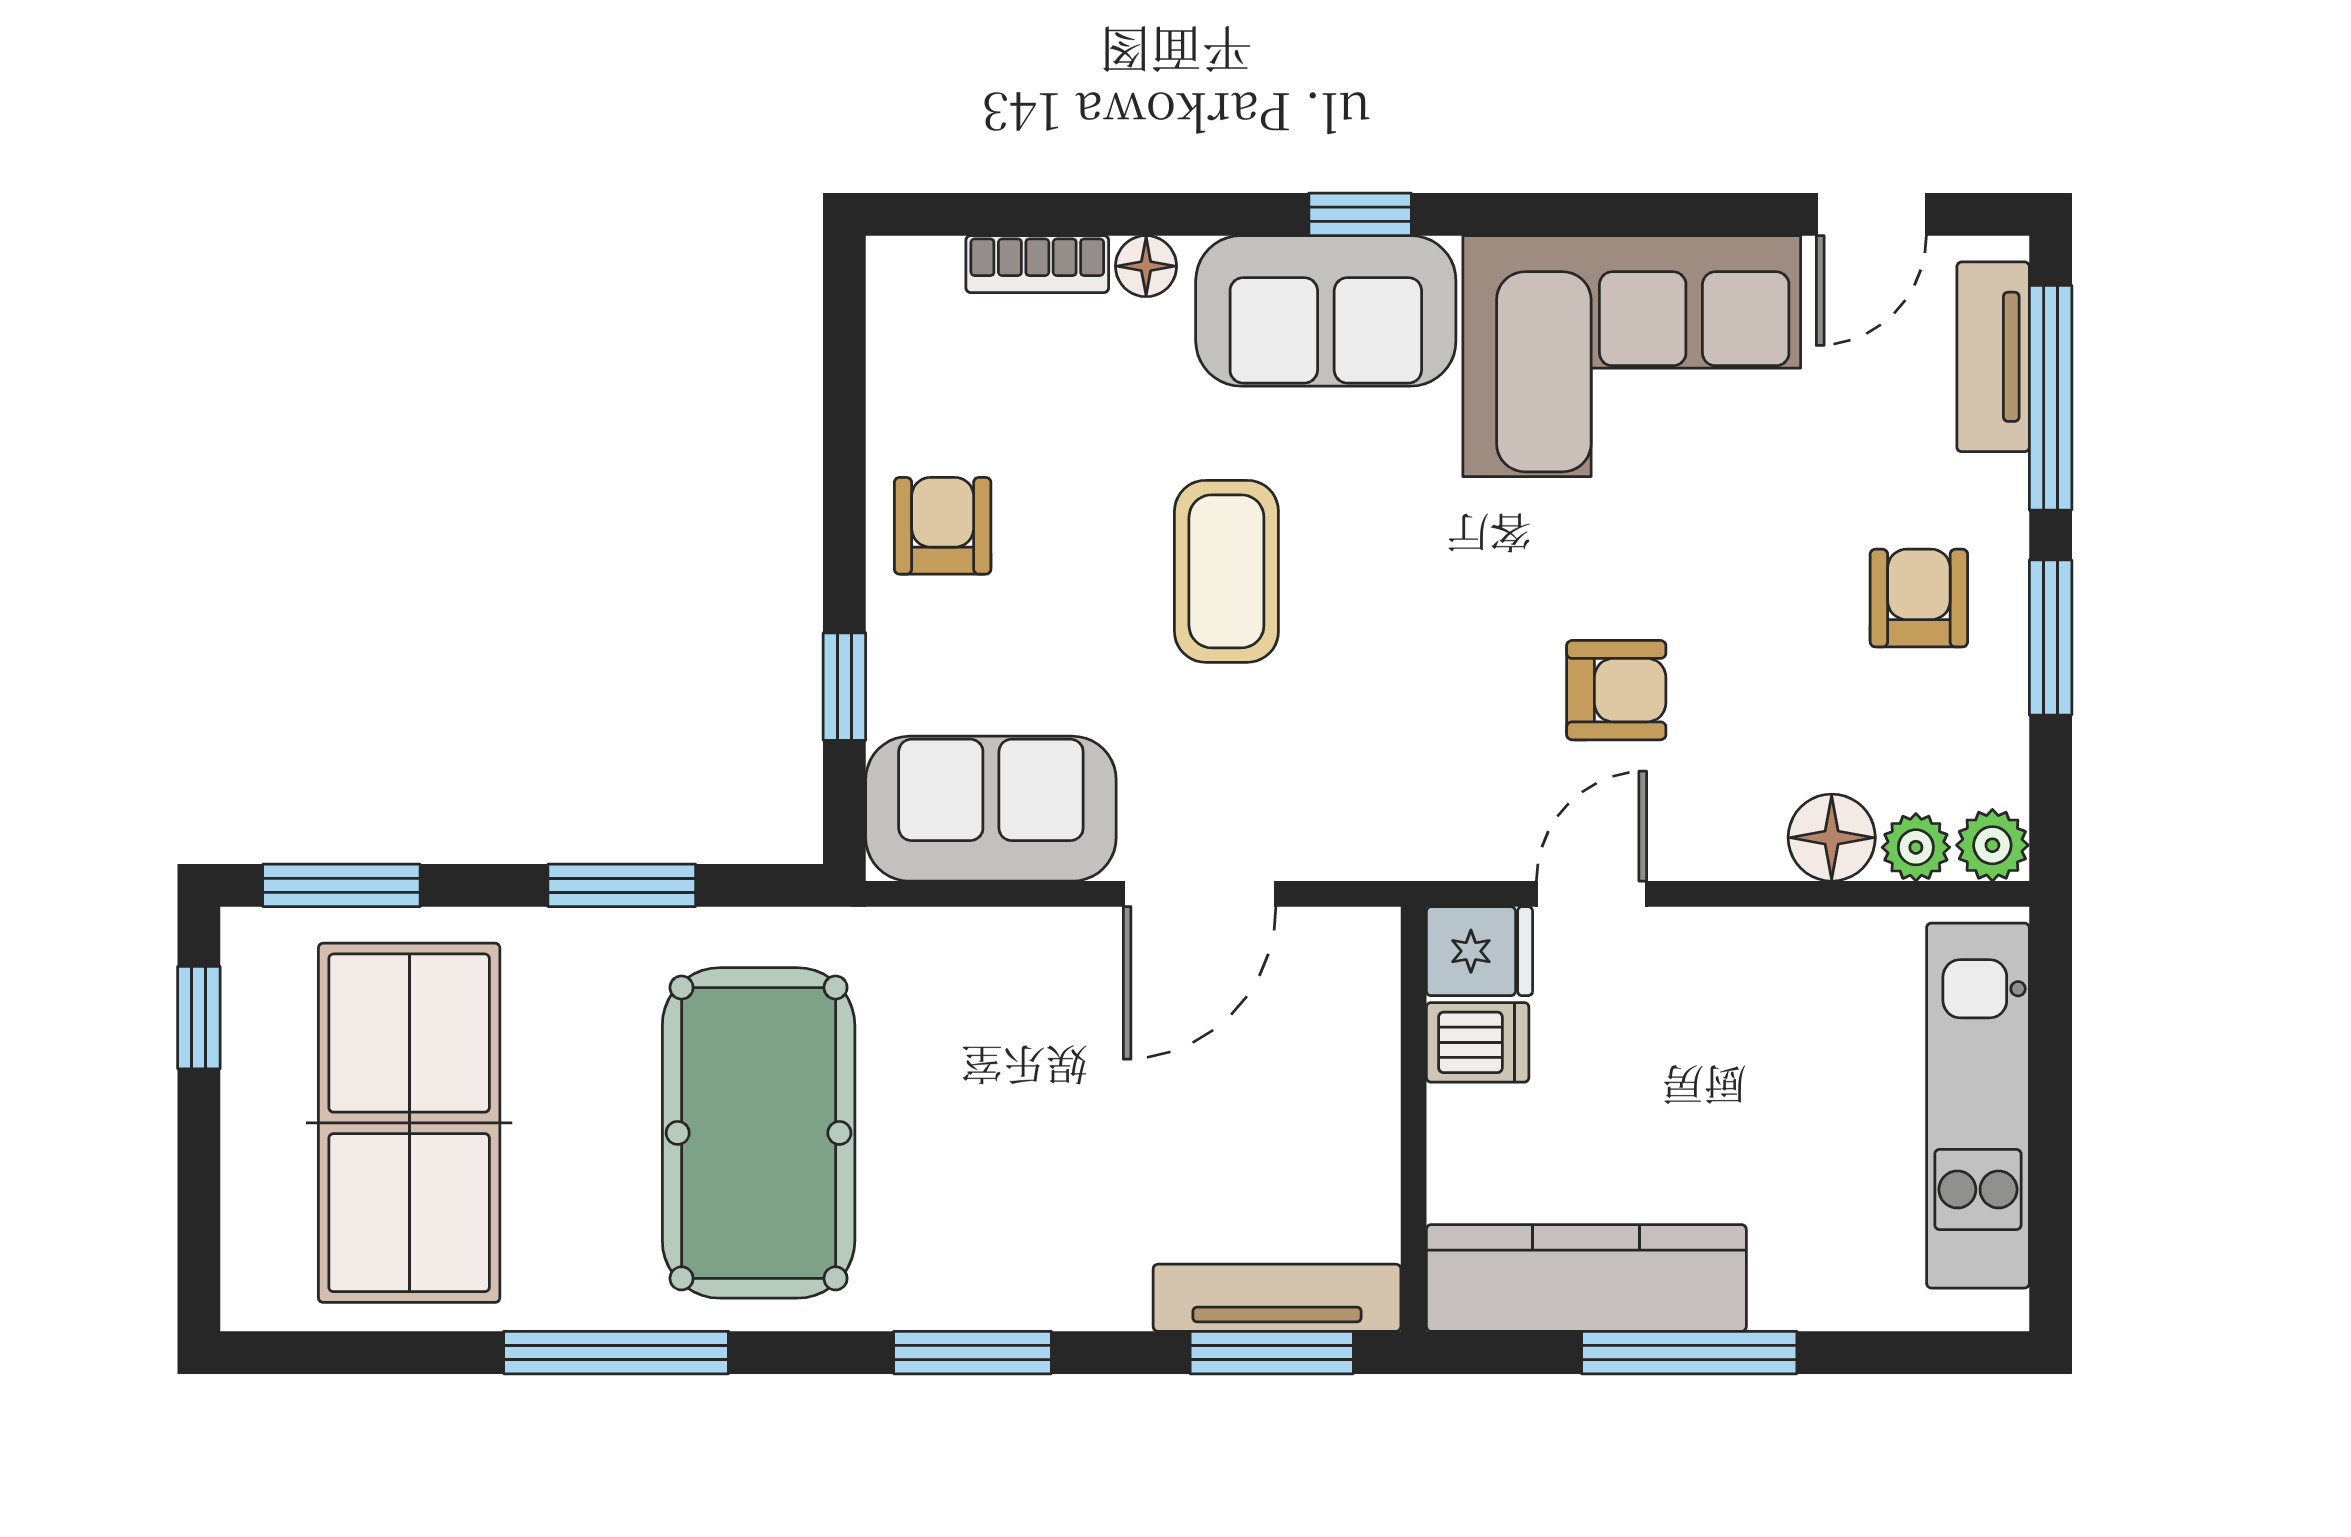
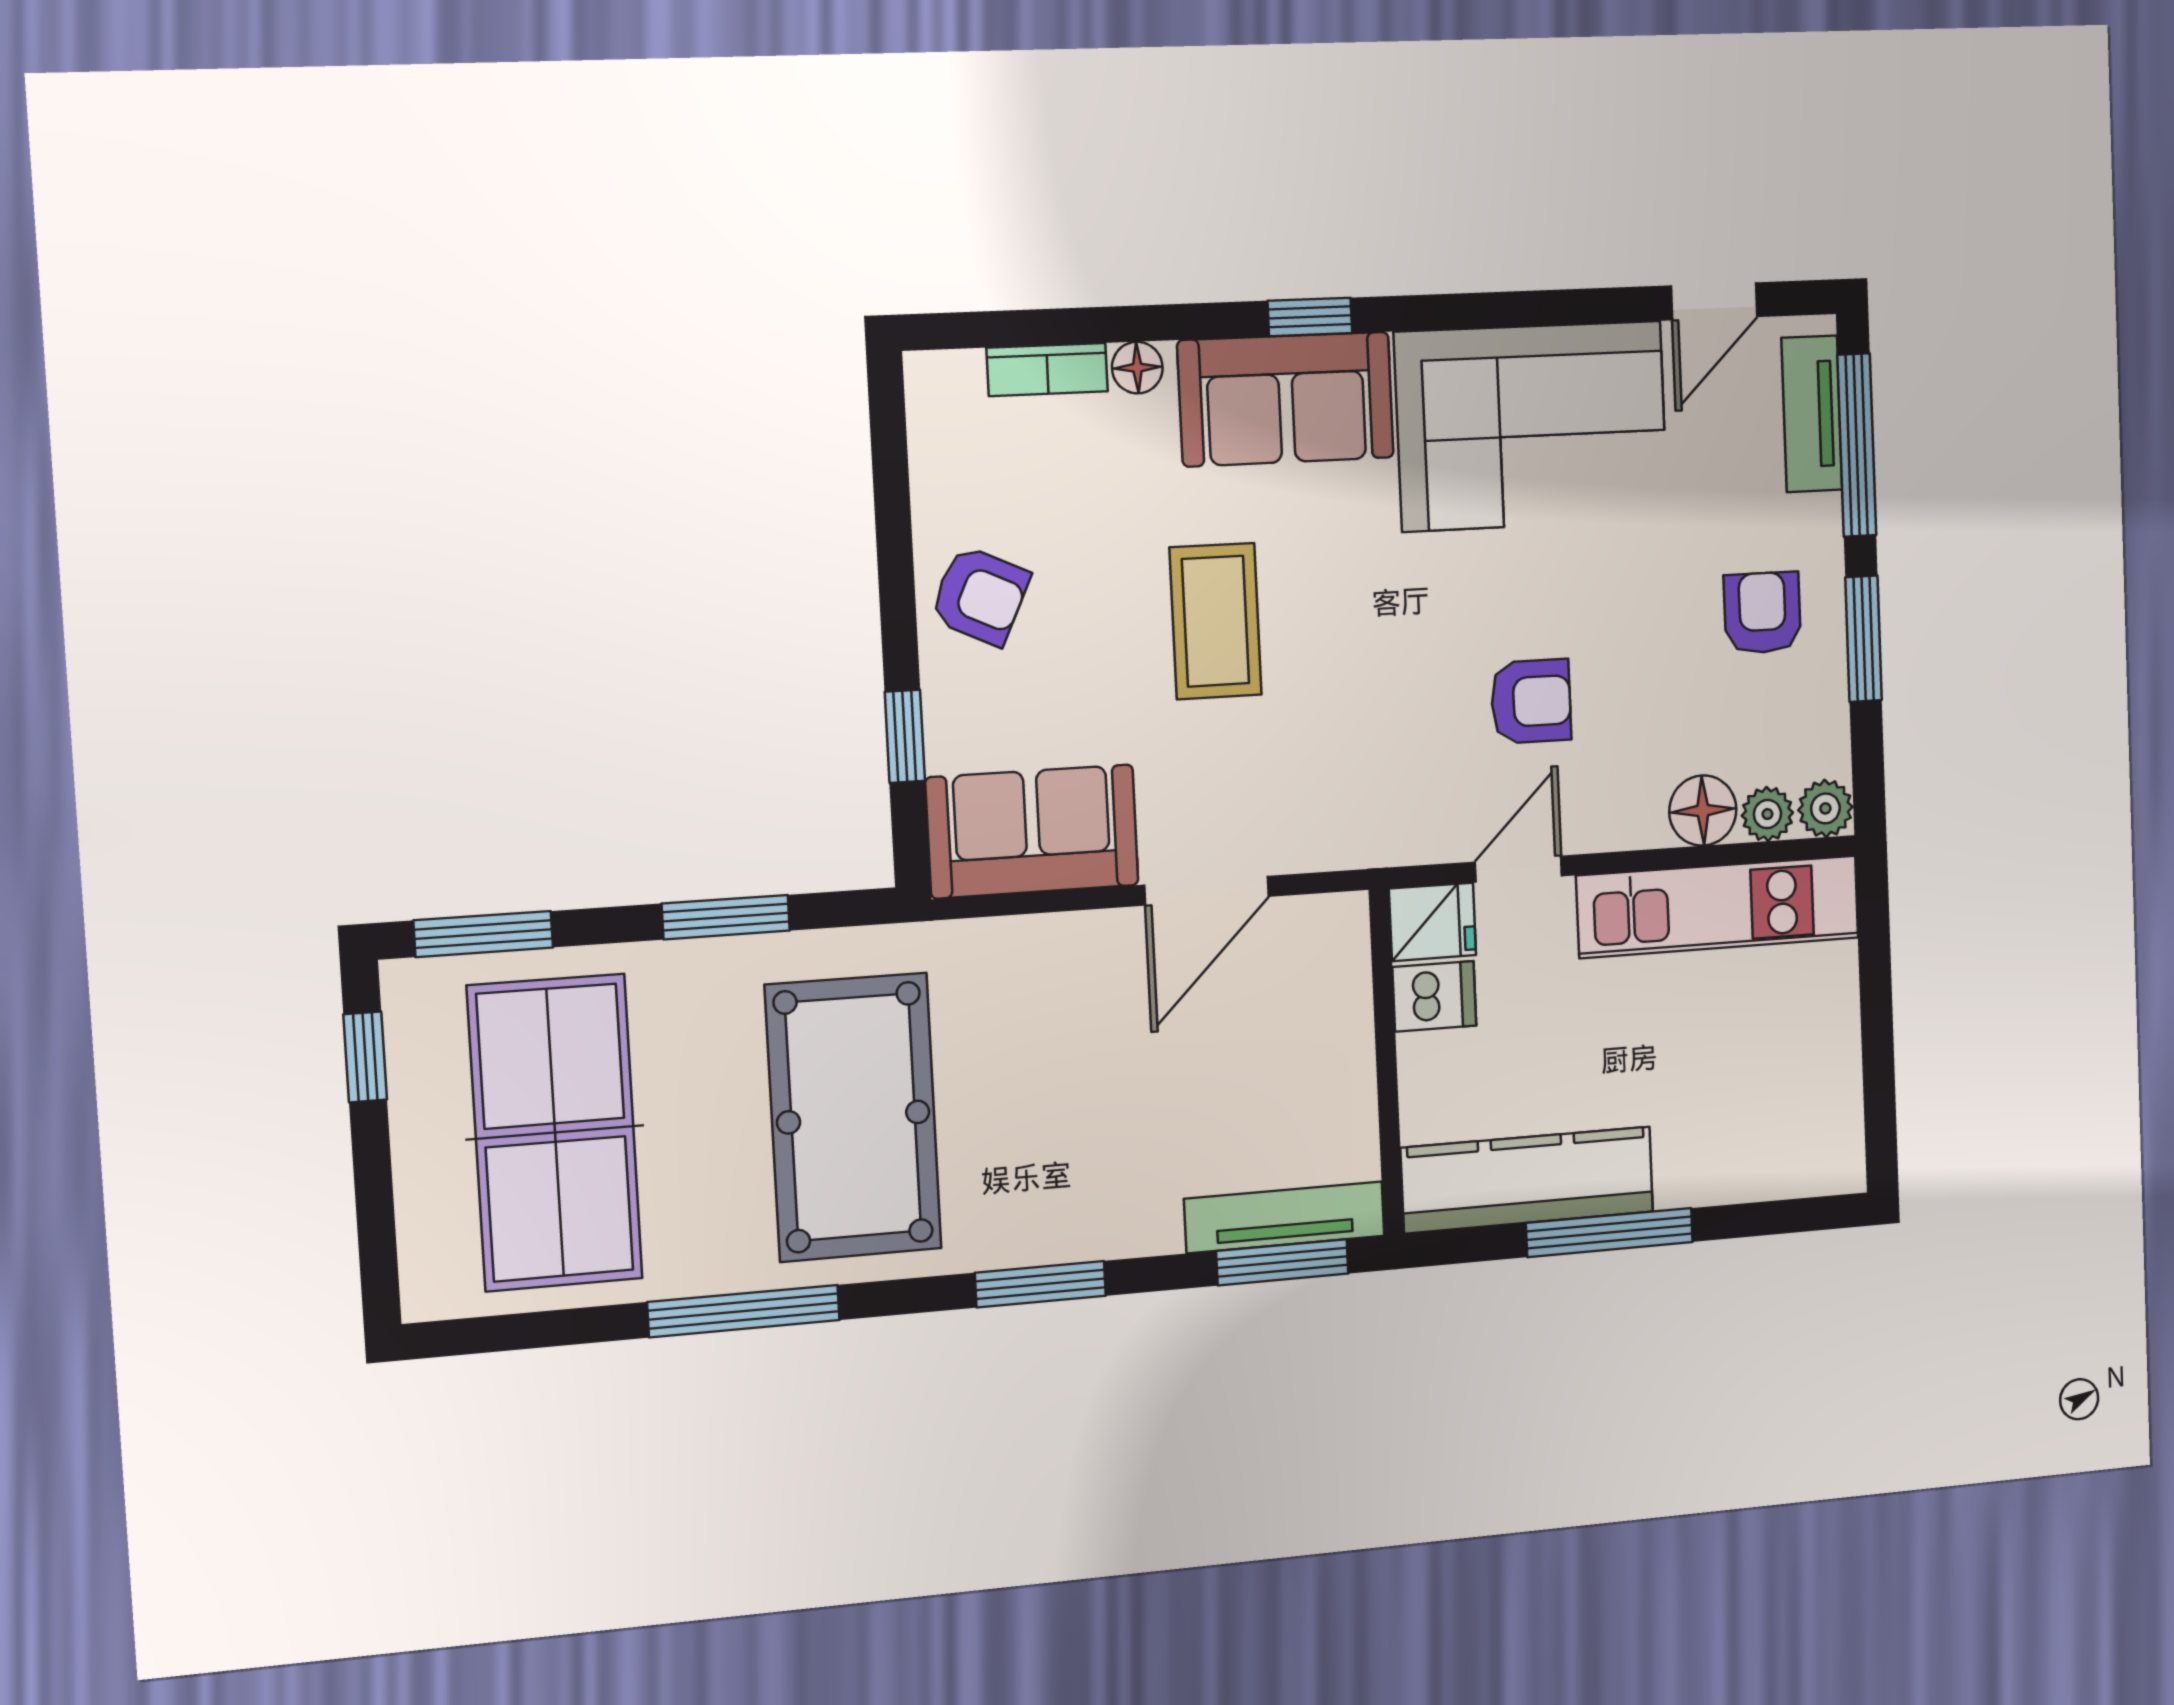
armchair: (943, 526) -> (980, 596), turned 115
kitchen unit: (1978, 1106) -> (1718, 907), moved, turned -90

